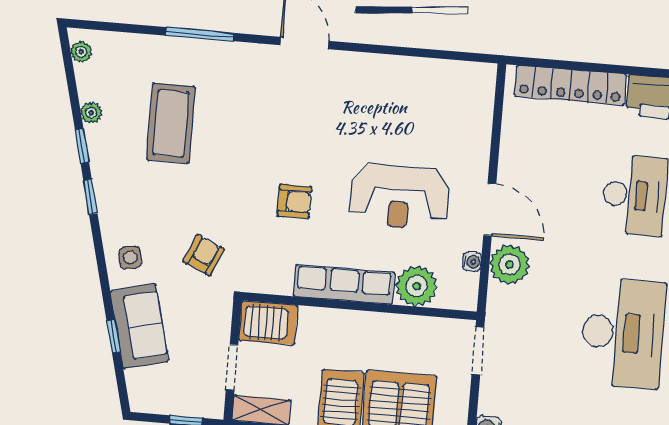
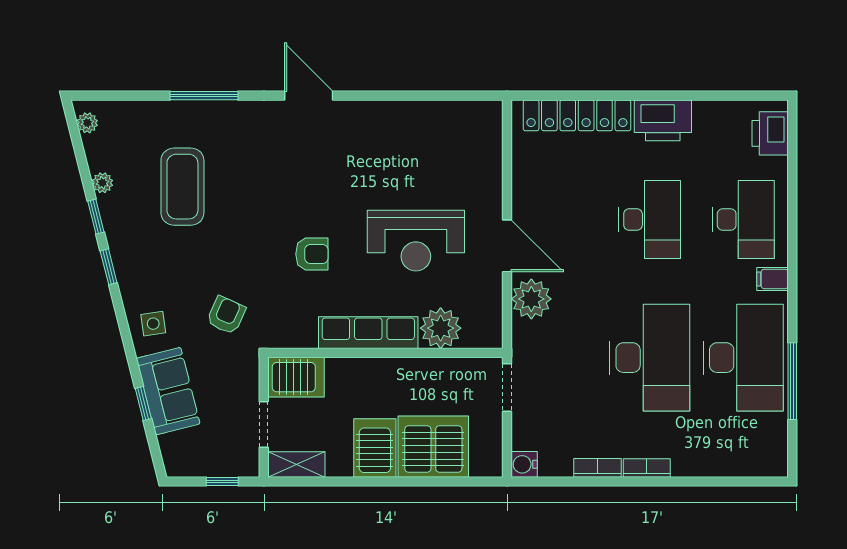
water cooler: (472, 262) -> (494, 299), removed

